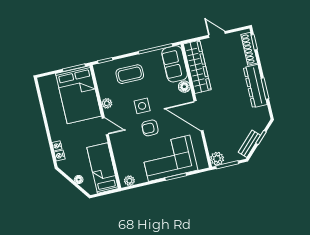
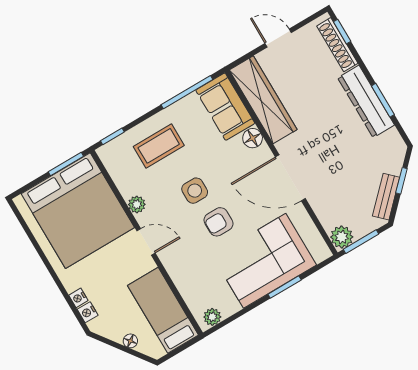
bed: (78, 95) -> (78, 211), width x1.36

